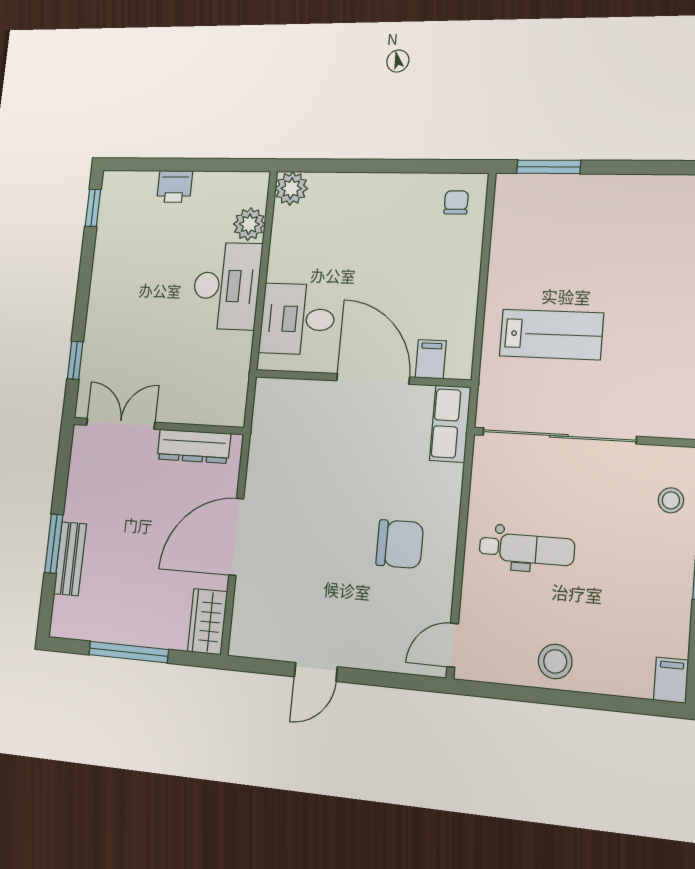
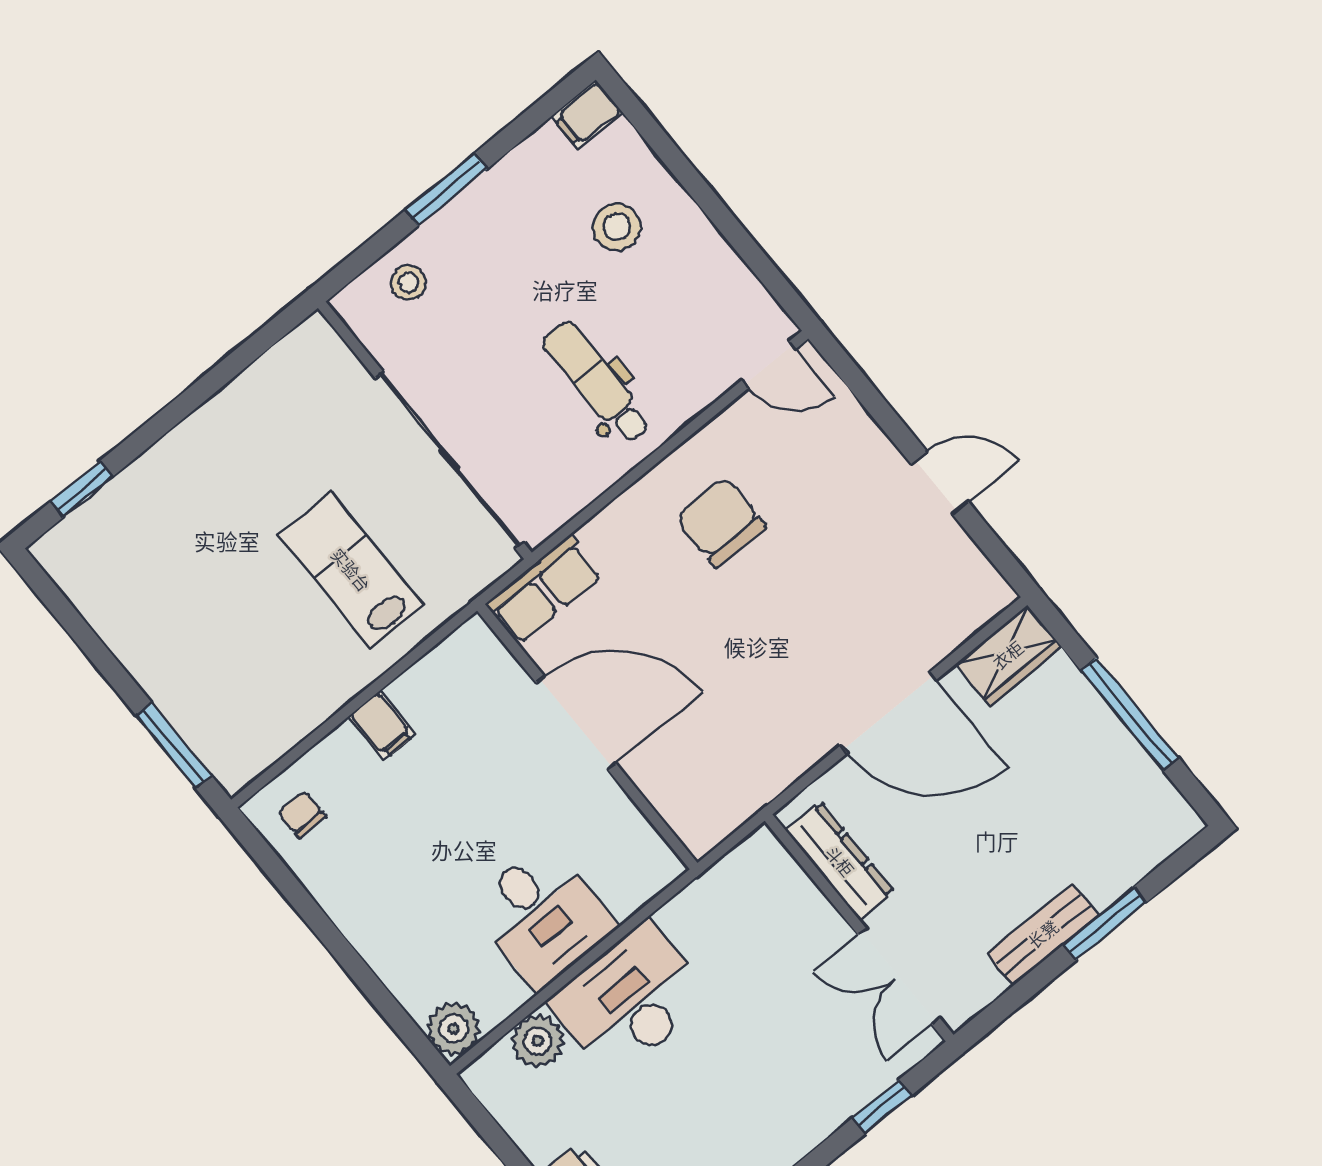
chair: (456, 202) -> (302, 814), turned 90
desk: (298, 319) -> (542, 916), moved
filing cabinet: (431, 359) -> (382, 725), moved, turned -90
door: (373, 379) -> (576, 723), swing flipped
bench: (70, 559) -> (1043, 934), moved
stool: (555, 661) -> (617, 227), moved

